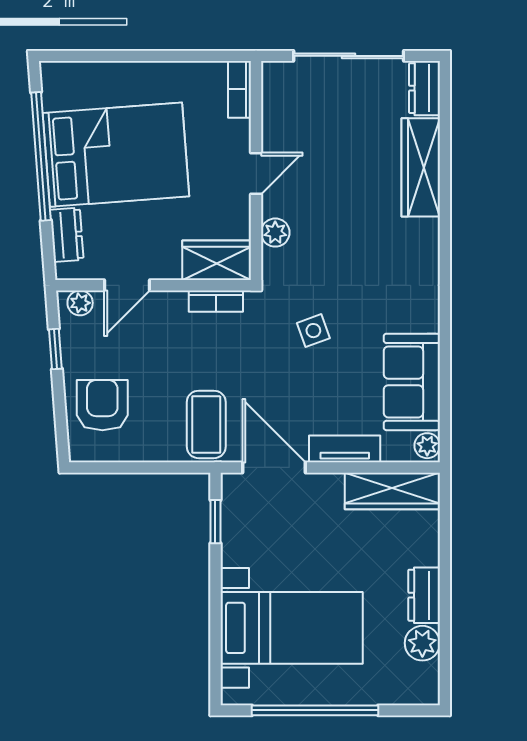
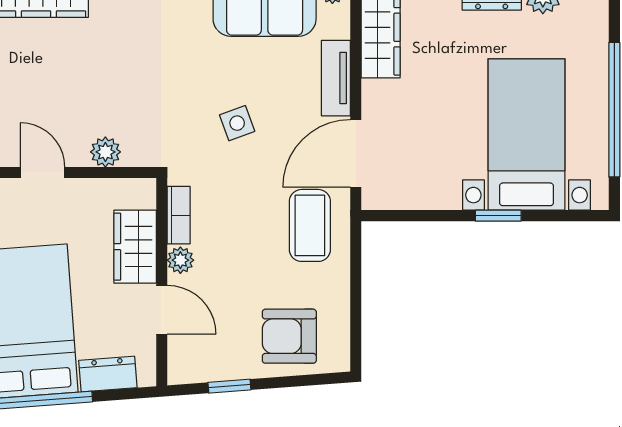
wardrobe: (217, 260) -> (135, 247), moved
plant: (80, 303) -> (180, 260), moved
side table: (313, 331) -> (237, 123), moved
coffee table: (206, 424) -> (310, 225), turned 90
window: (215, 522) -> (498, 216), moved

